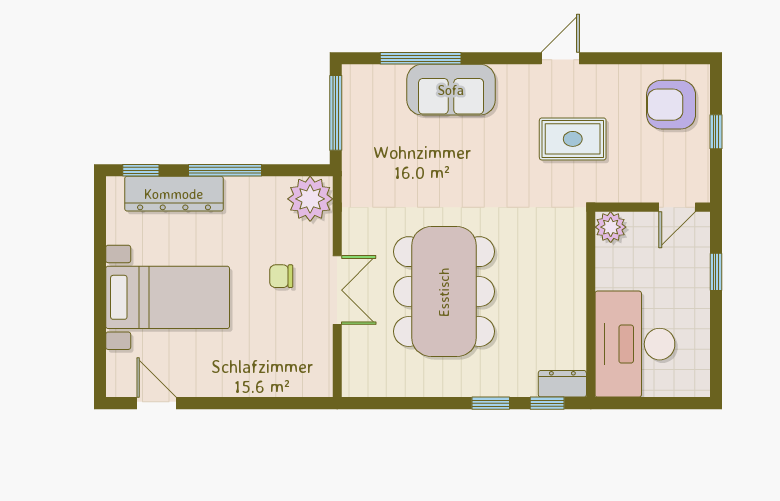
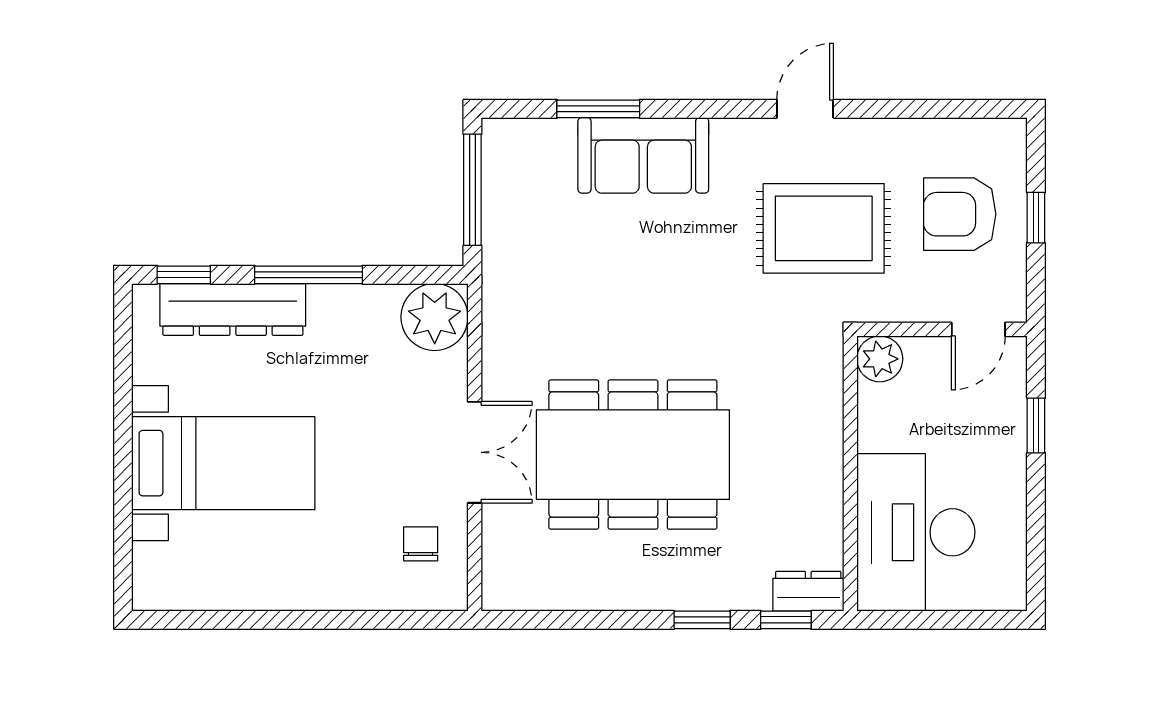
window: (421, 58) -> (598, 109), width x0.69
armchair: (671, 105) -> (960, 214), moved
rug: (573, 139) -> (824, 228), width x1.36, depth x1.43
chair: (281, 276) -> (421, 544), moved, turned 90
dining table: (444, 292) -> (633, 455), turned 90
door: (157, 403) -> (207, 620), removed

